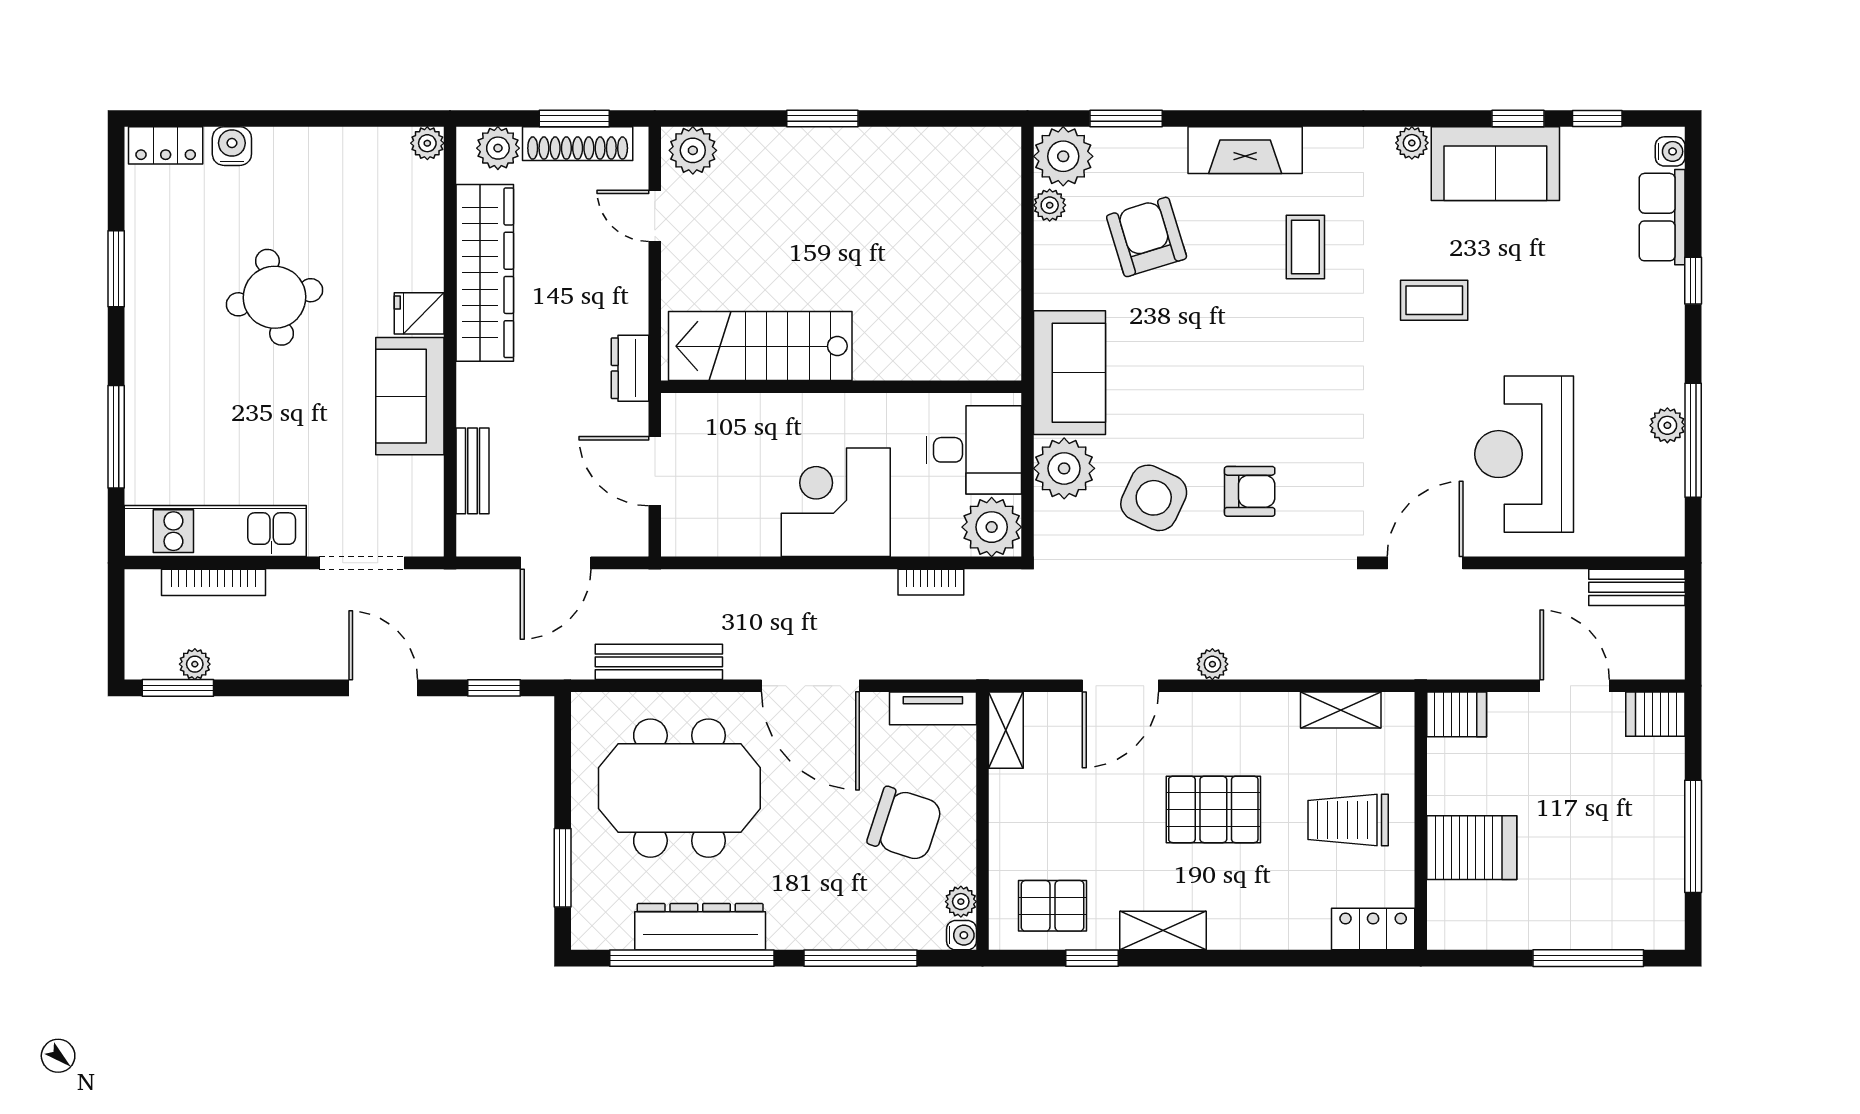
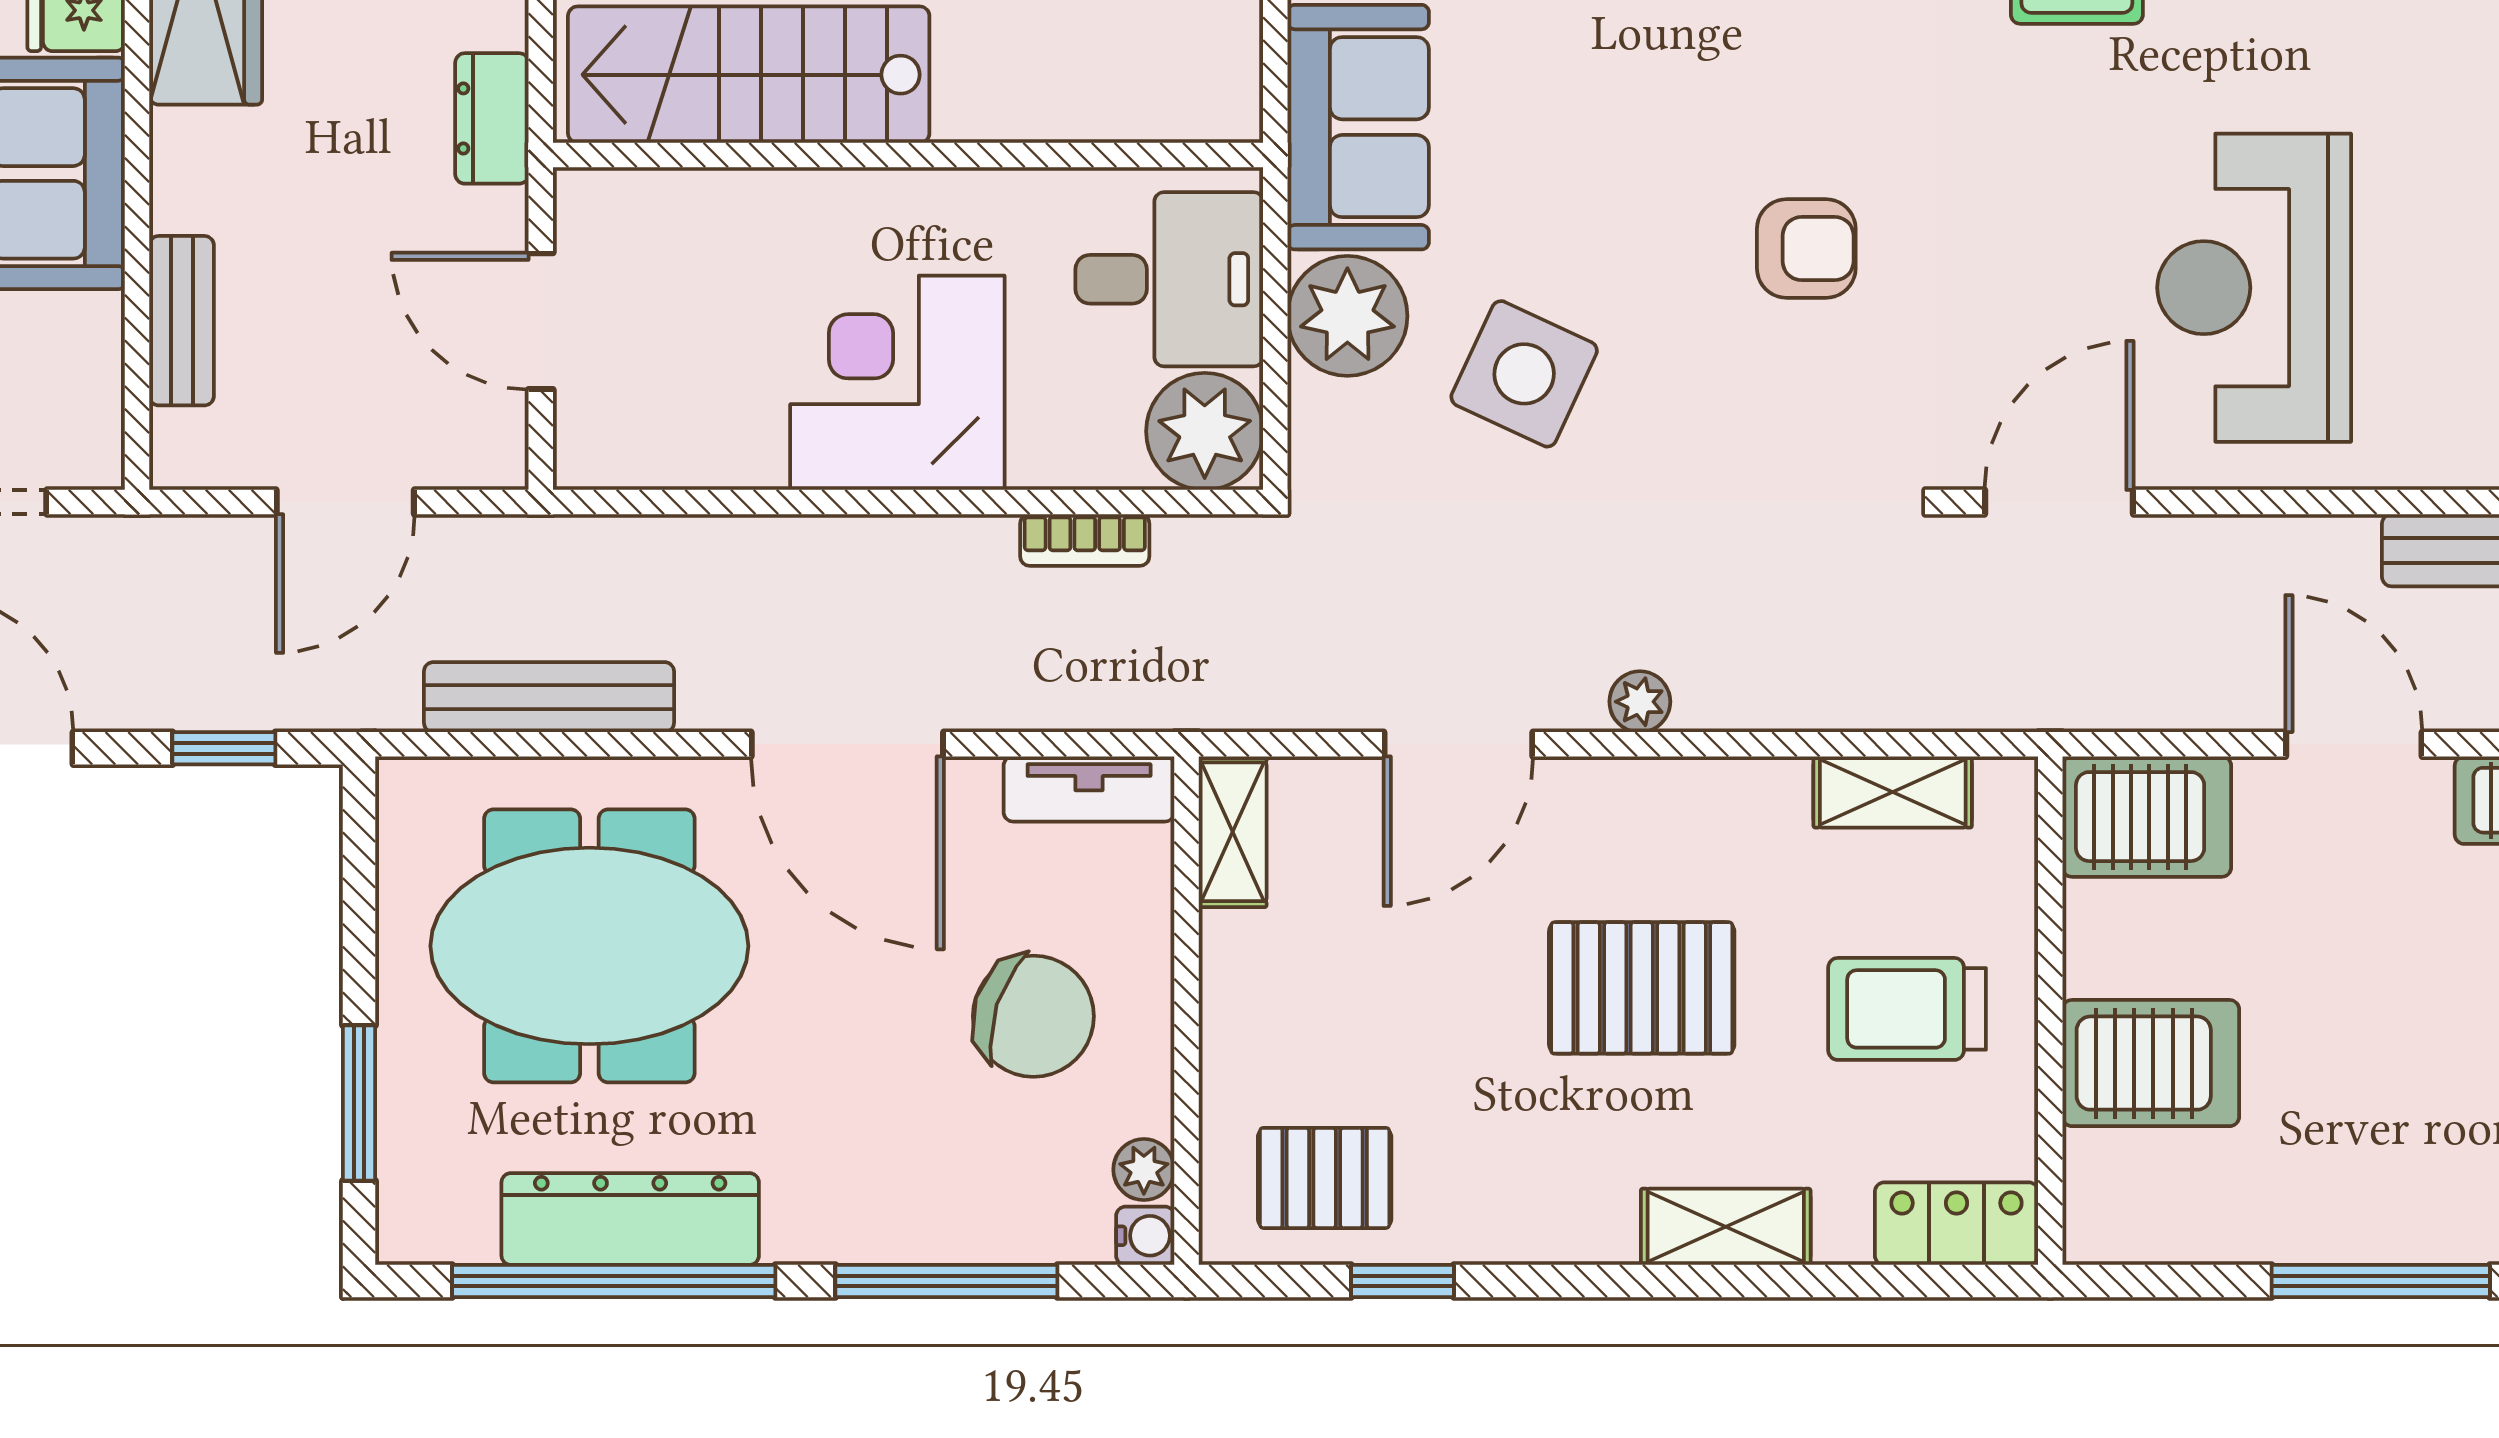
armchair: (1250, 491) -> (1806, 249), moved
server rack: (1457, 714) -> (2147, 817), width x1.36, depth x1.44
shelving: (1163, 931) -> (1726, 1227), moved

